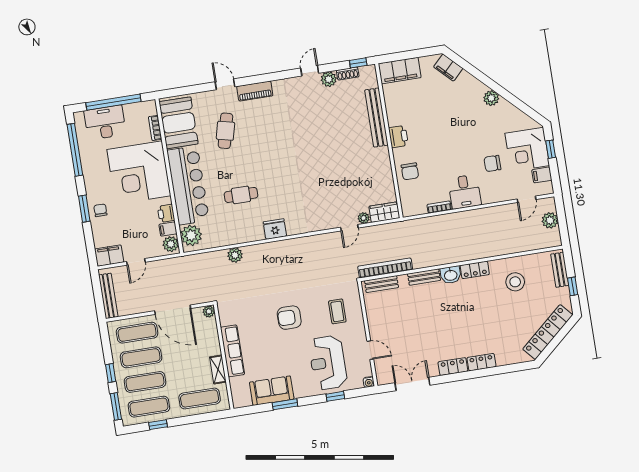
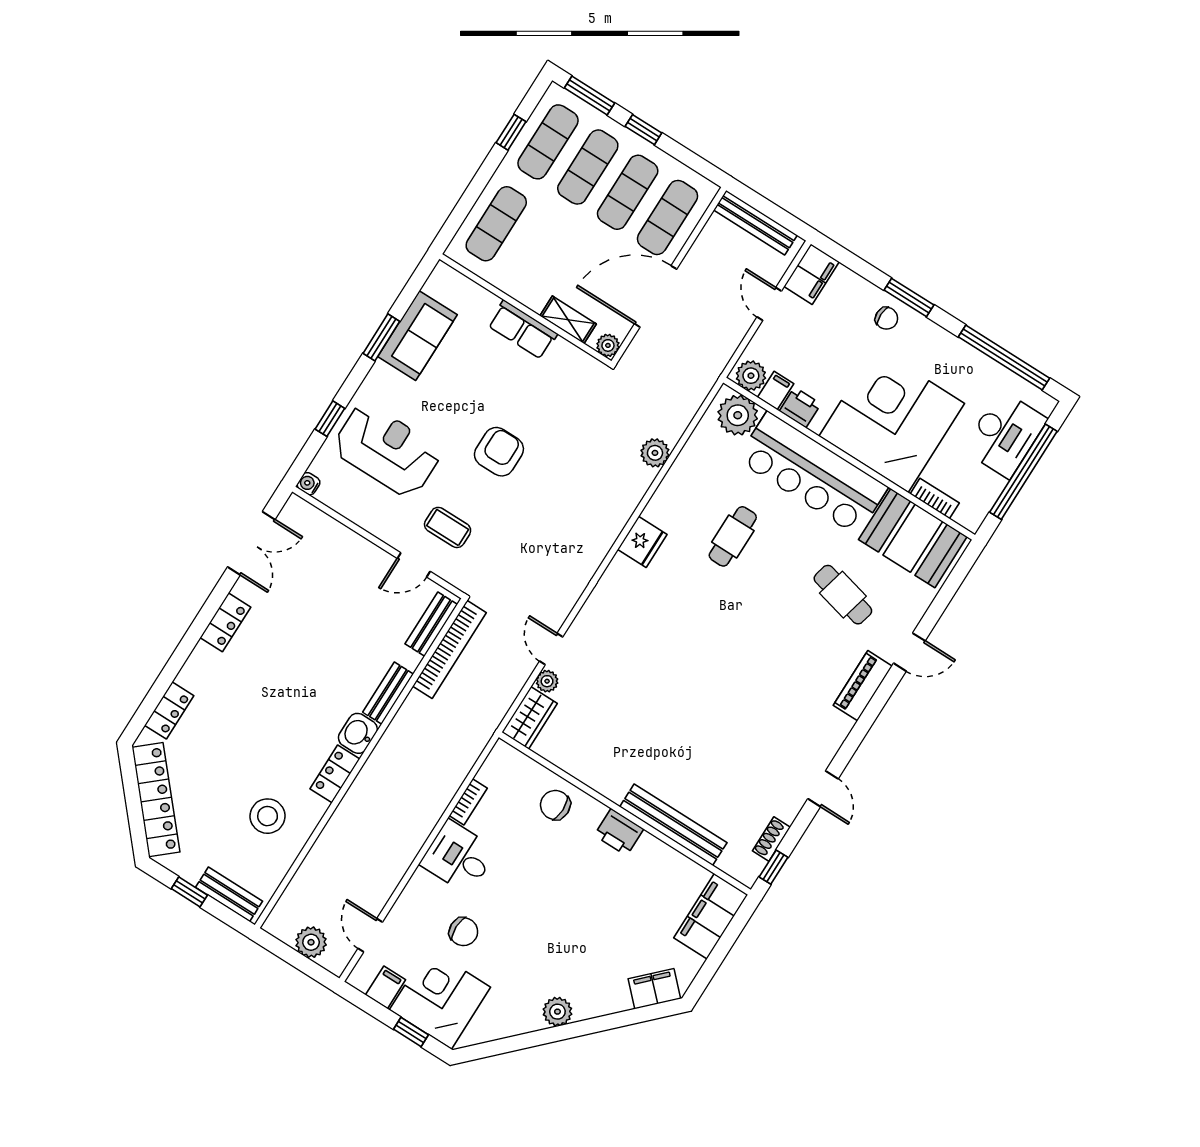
plant: (329, 79) -> (787, 805), removed
chair: (492, 163) -> (463, 932), turned 90
door: (370, 350) -> (414, 565), moved
row of seats: (232, 351) -> (523, 330), width x0.68
locker: (481, 362) -> (169, 710), moved
shelving: (218, 370) -> (568, 320), moved

